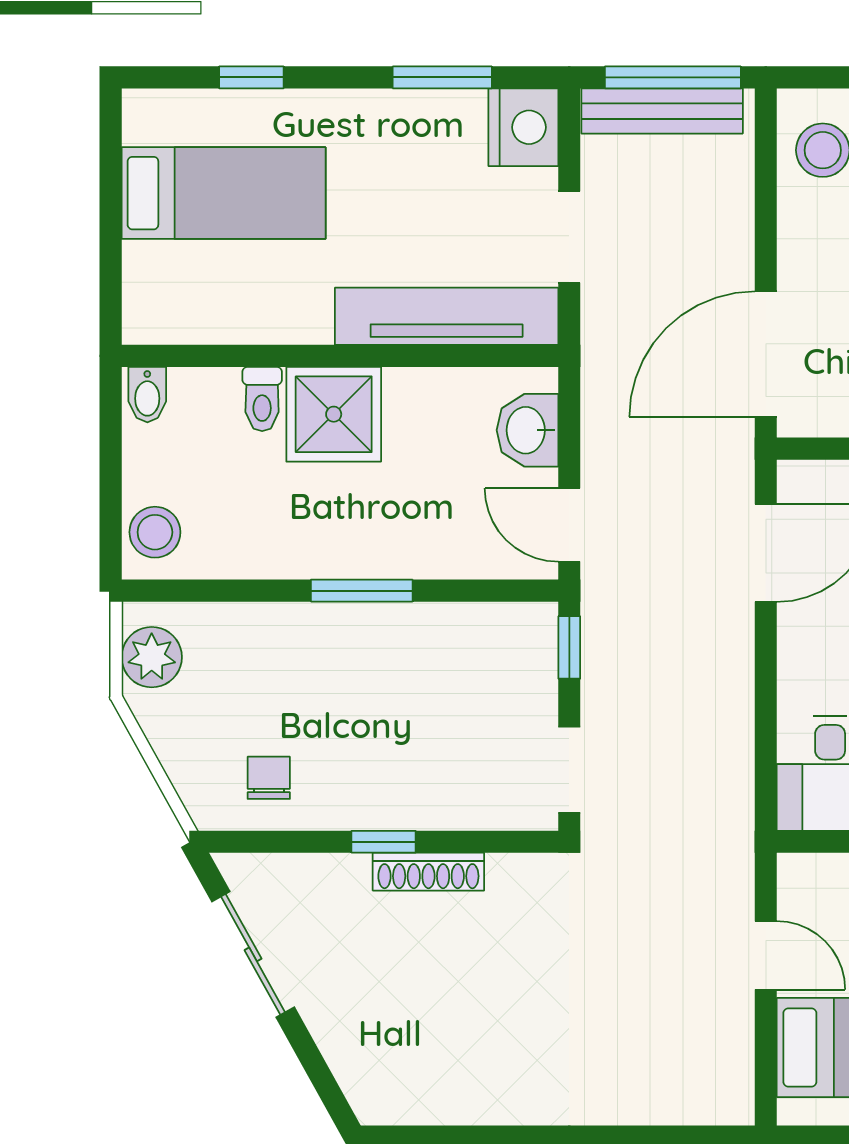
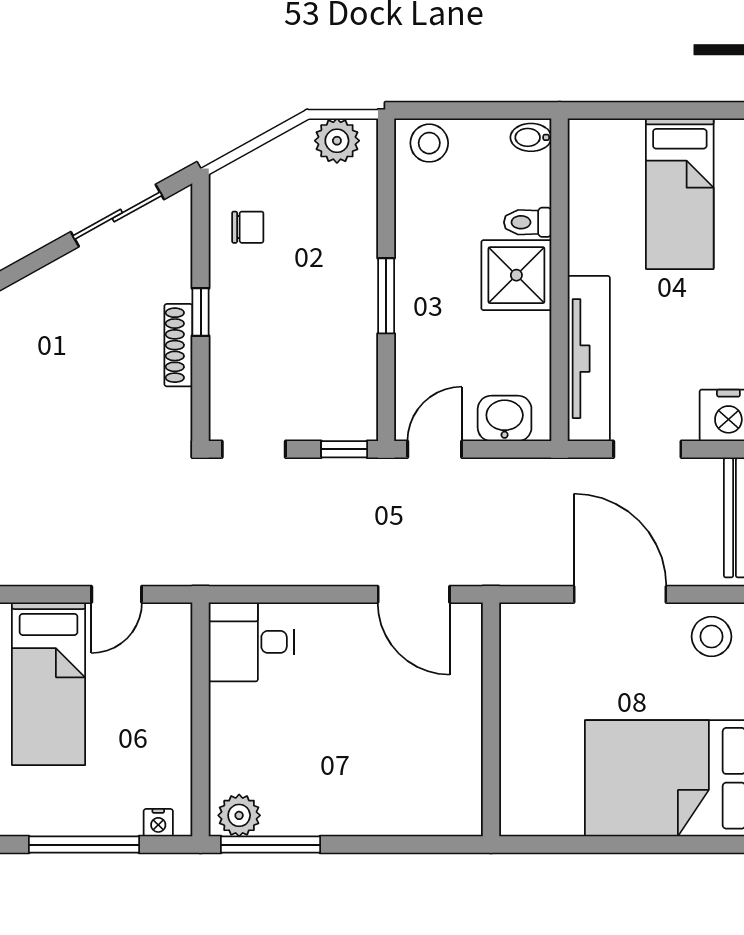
door: (766, 354) -> (620, 594), moved

